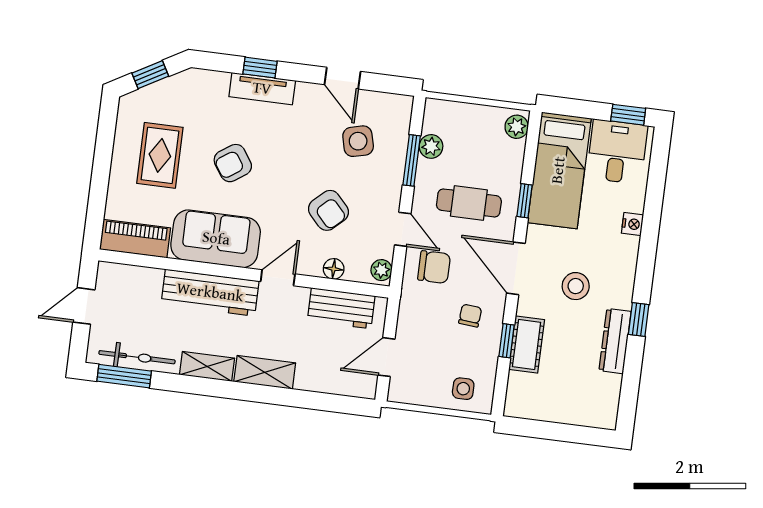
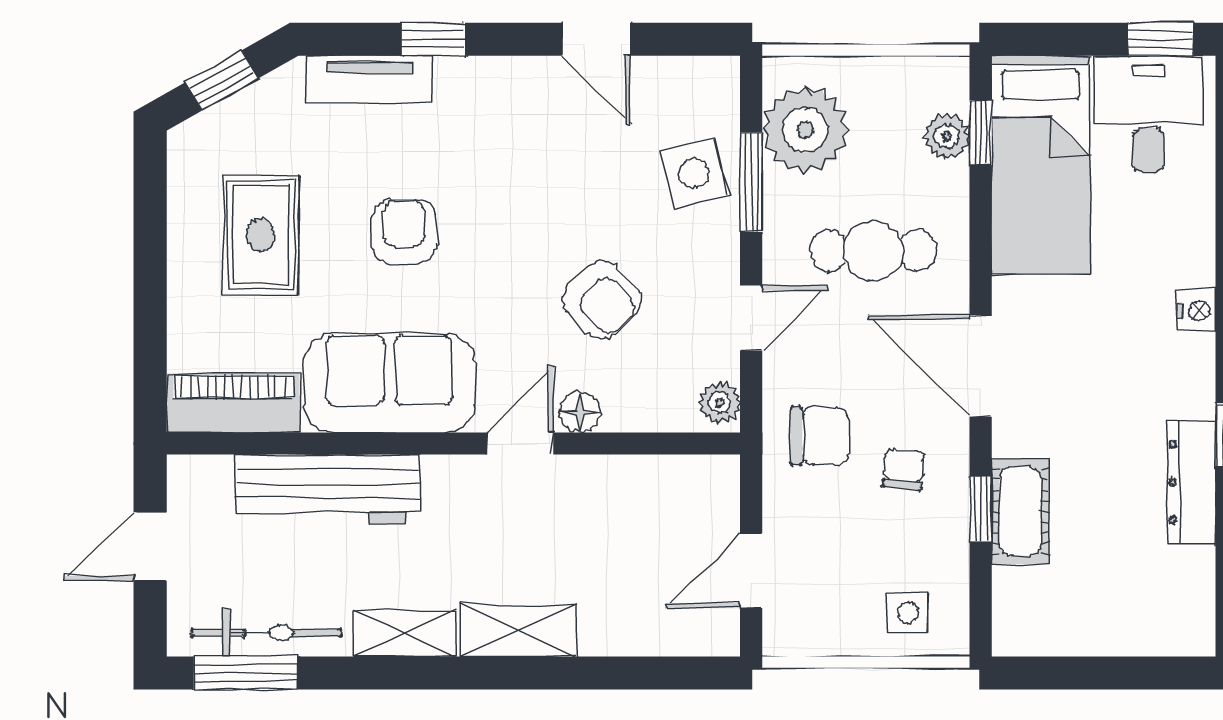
tv unit: (262, 89) -> (370, 80), moved
plant: (517, 127) -> (947, 136), moved
side table: (358, 141) -> (694, 173), moved
plant: (431, 146) -> (806, 130), width x1.88, depth x1.88
armchair: (233, 163) -> (404, 232), turned 124
window: (525, 201) -> (981, 132), moved
nightstand: (632, 224) -> (1196, 311), moved
door: (403, 229) -> (751, 318), hinge flipped
chair: (434, 267) -> (820, 436), moved
floor lamp: (334, 269) -> (580, 412), moved
stool: (576, 286) -> (1101, 385), removed
workbench: (210, 293) -> (328, 489), moved
workbench: (341, 308) -> (651, 487), removed

